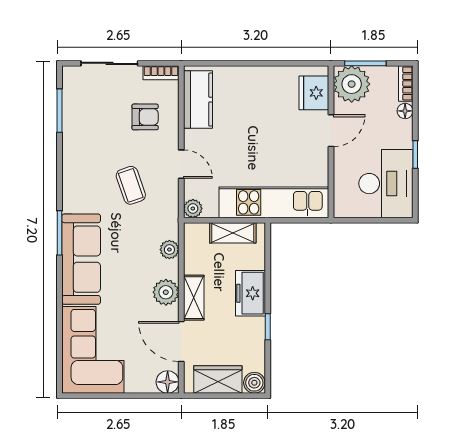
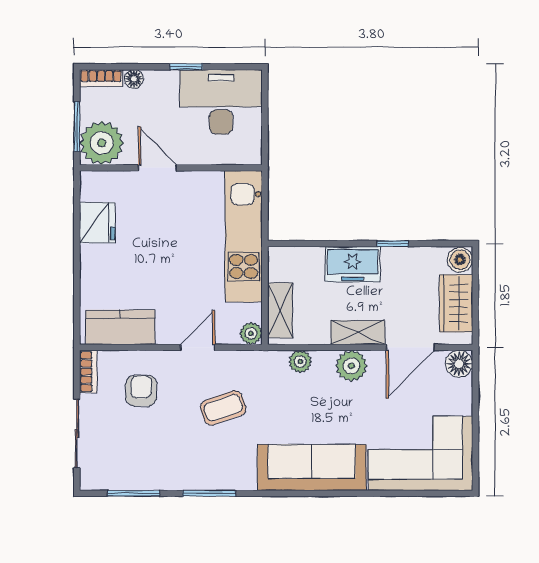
fridge: (314, 93) -> (97, 223), moved, turned -90
window: (60, 233) -> (209, 493), moved
shelving: (233, 233) -> (280, 310), moved

